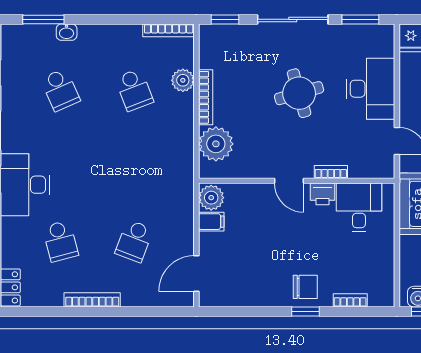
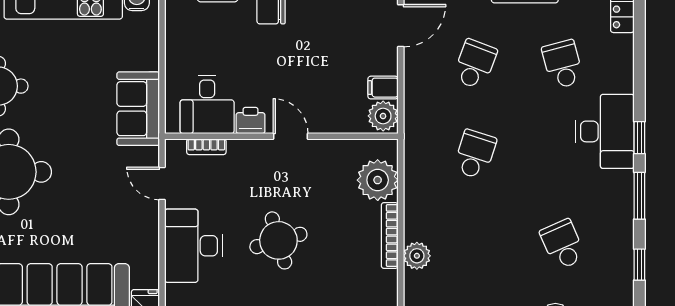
school desk: (134, 90) -> (475, 154), moved, turned 39
bookcase: (331, 172) -> (206, 147), moved

